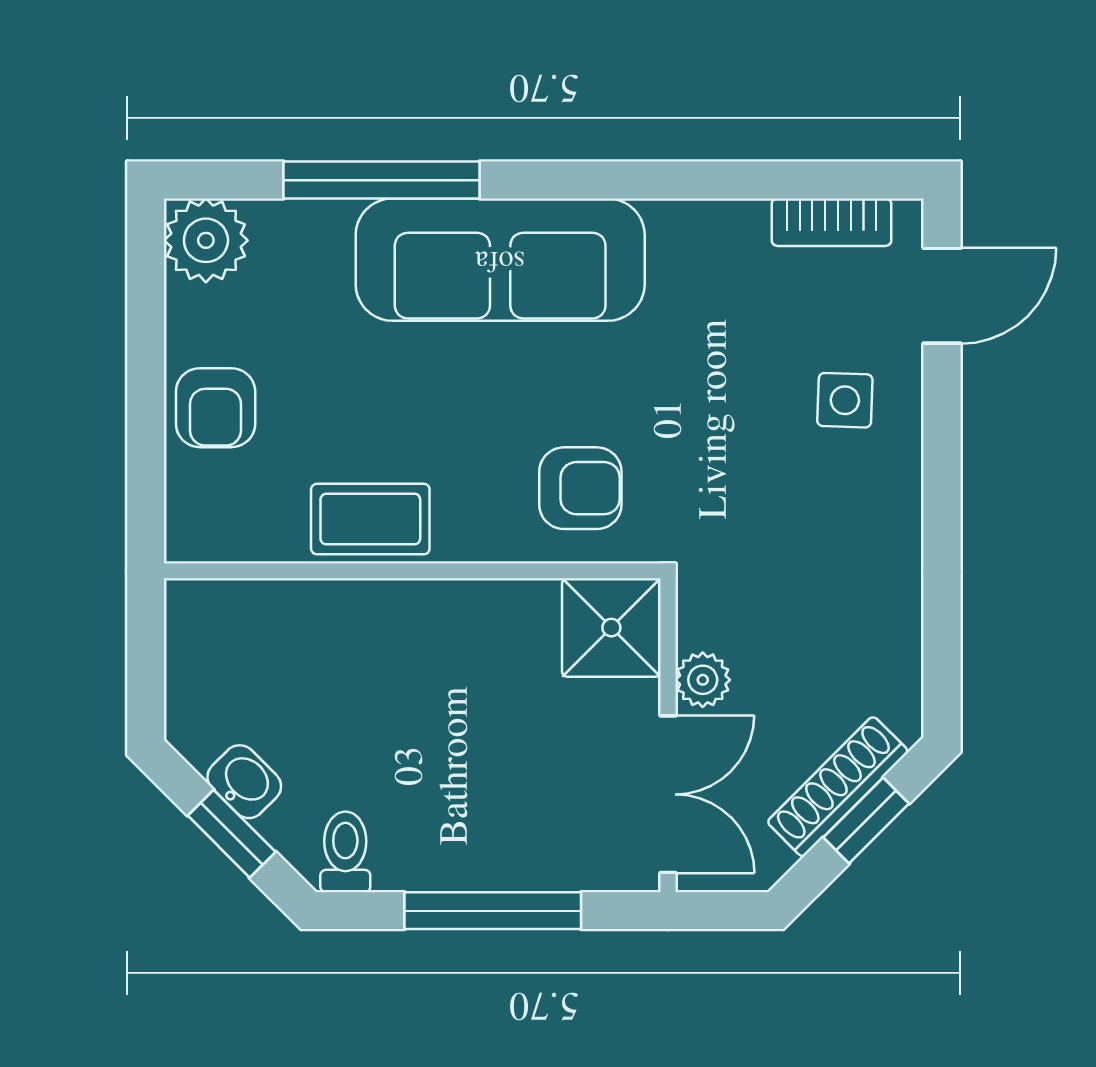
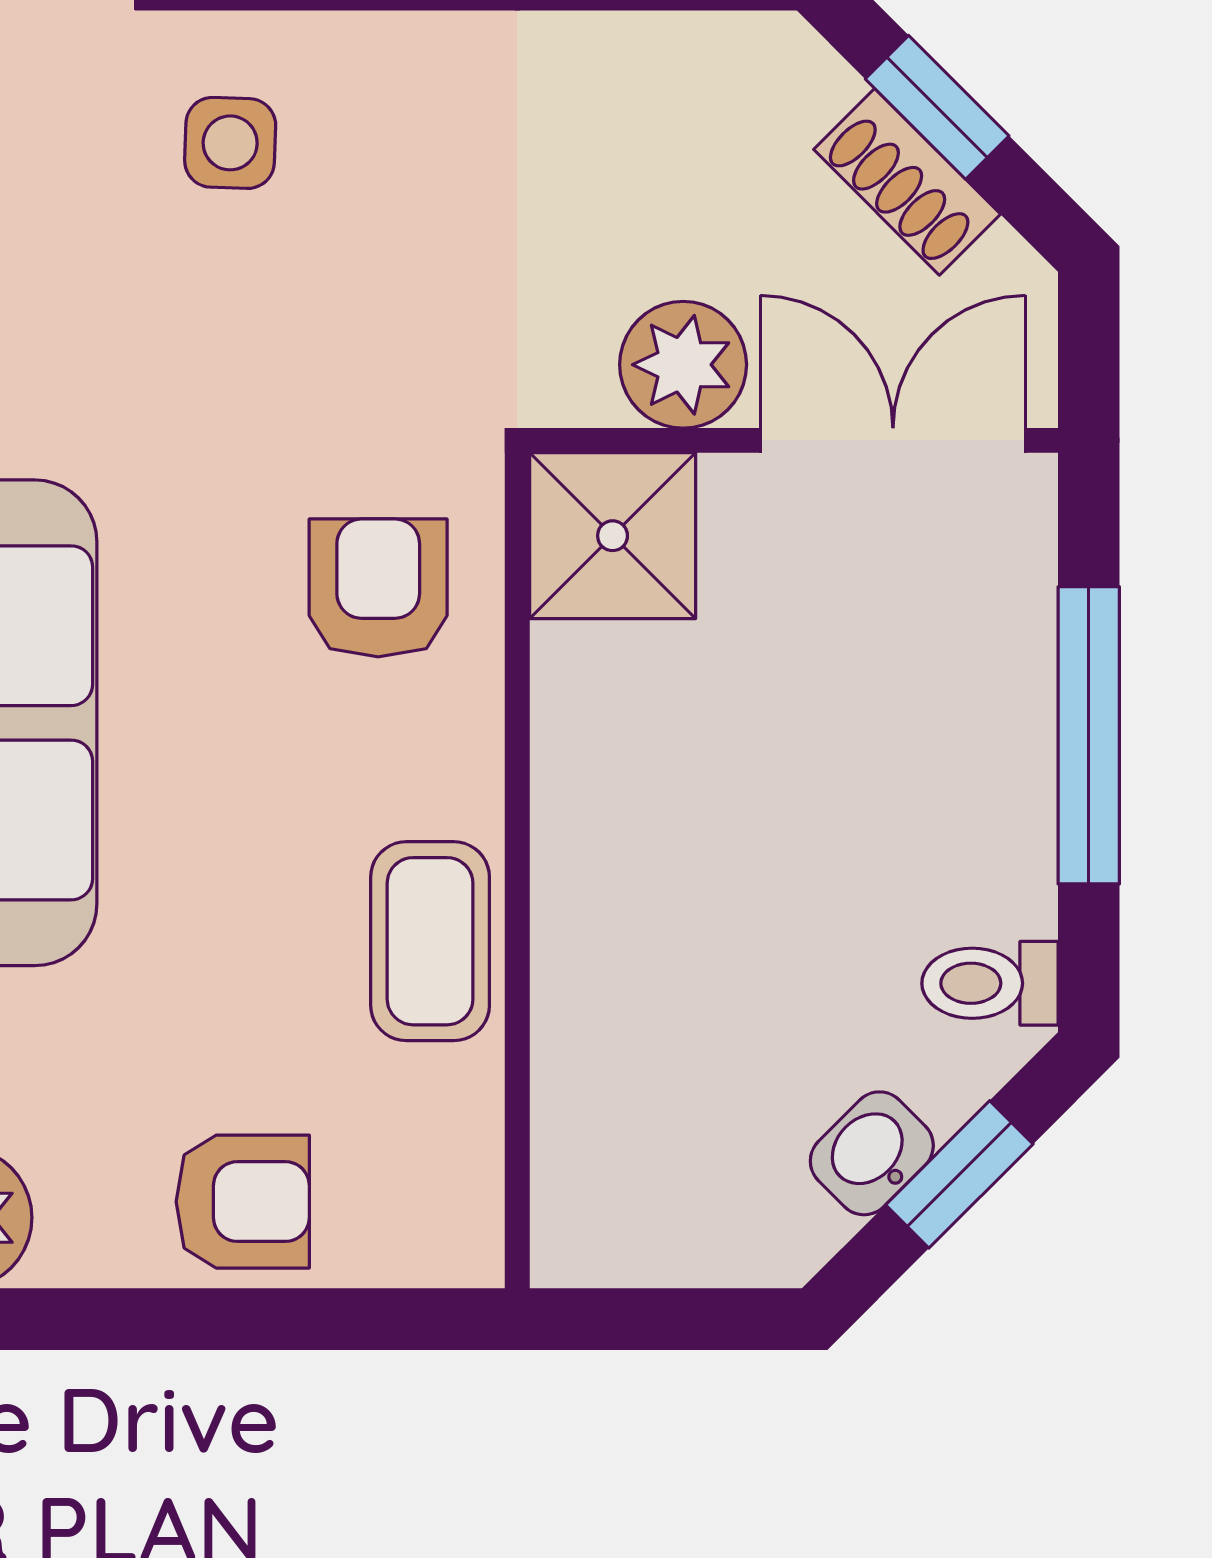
plant: (703, 680) -> (683, 365), width x1.38, depth x1.38
shoe rack: (838, 787) -> (907, 182), width x0.70

